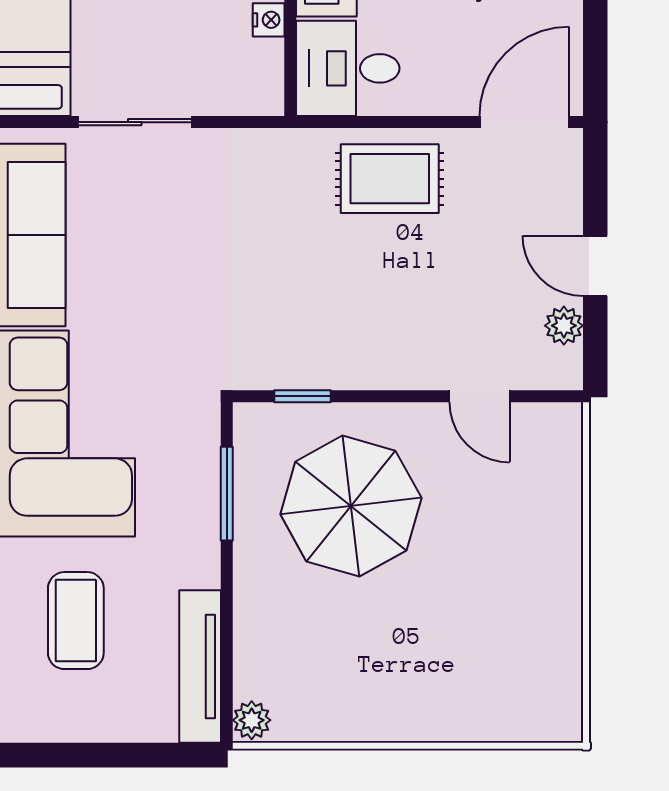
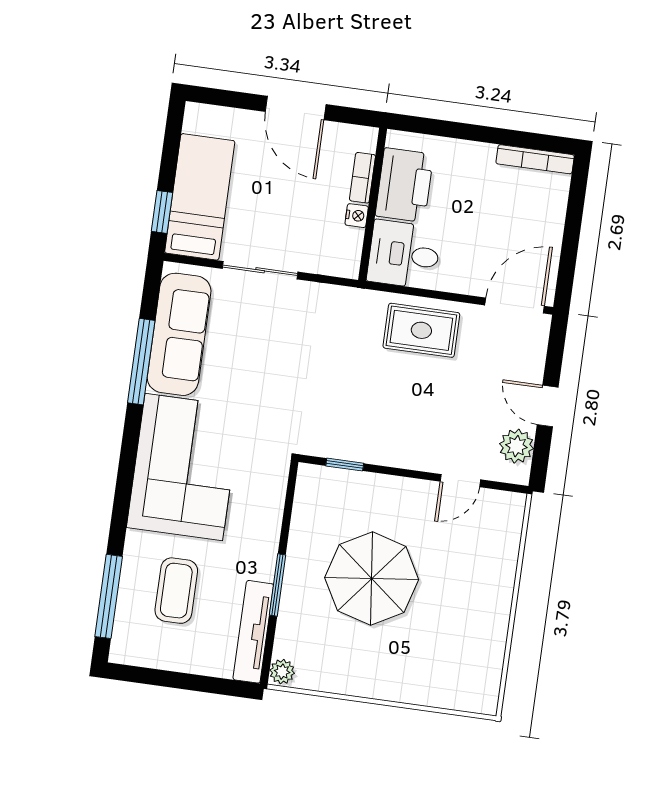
plant: (564, 326) -> (516, 446), width x1.38, depth x1.38
door: (480, 396) -> (460, 481), hinge flipped
window: (227, 494) -> (277, 585), moved
parasol: (351, 506) -> (372, 579), moved

